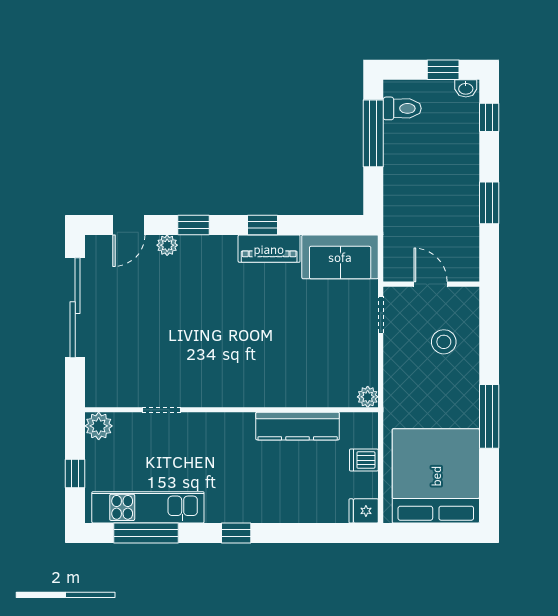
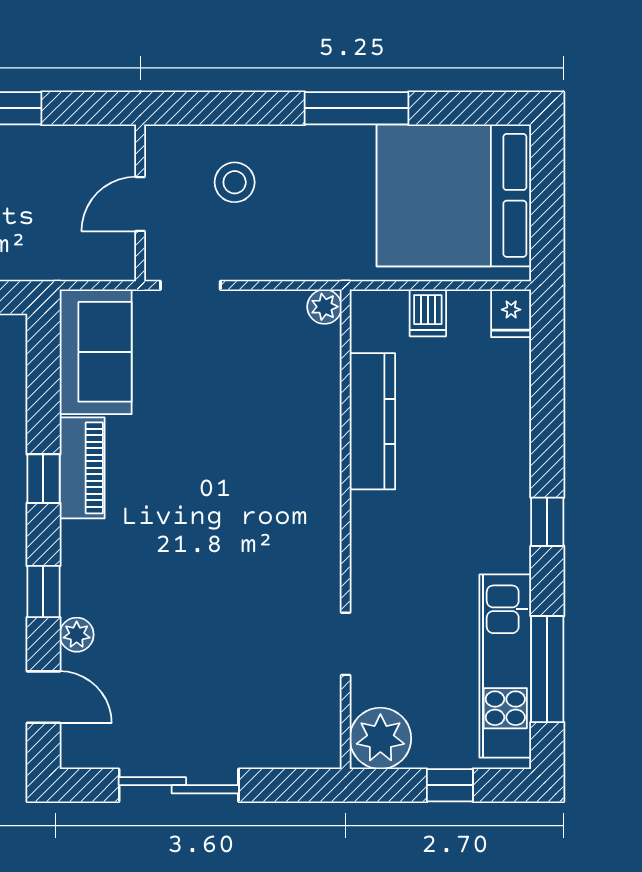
sliding door: (75, 308) -> (179, 785), width x0.73
plant: (99, 426) -> (380, 738), width x1.36, depth x1.36

